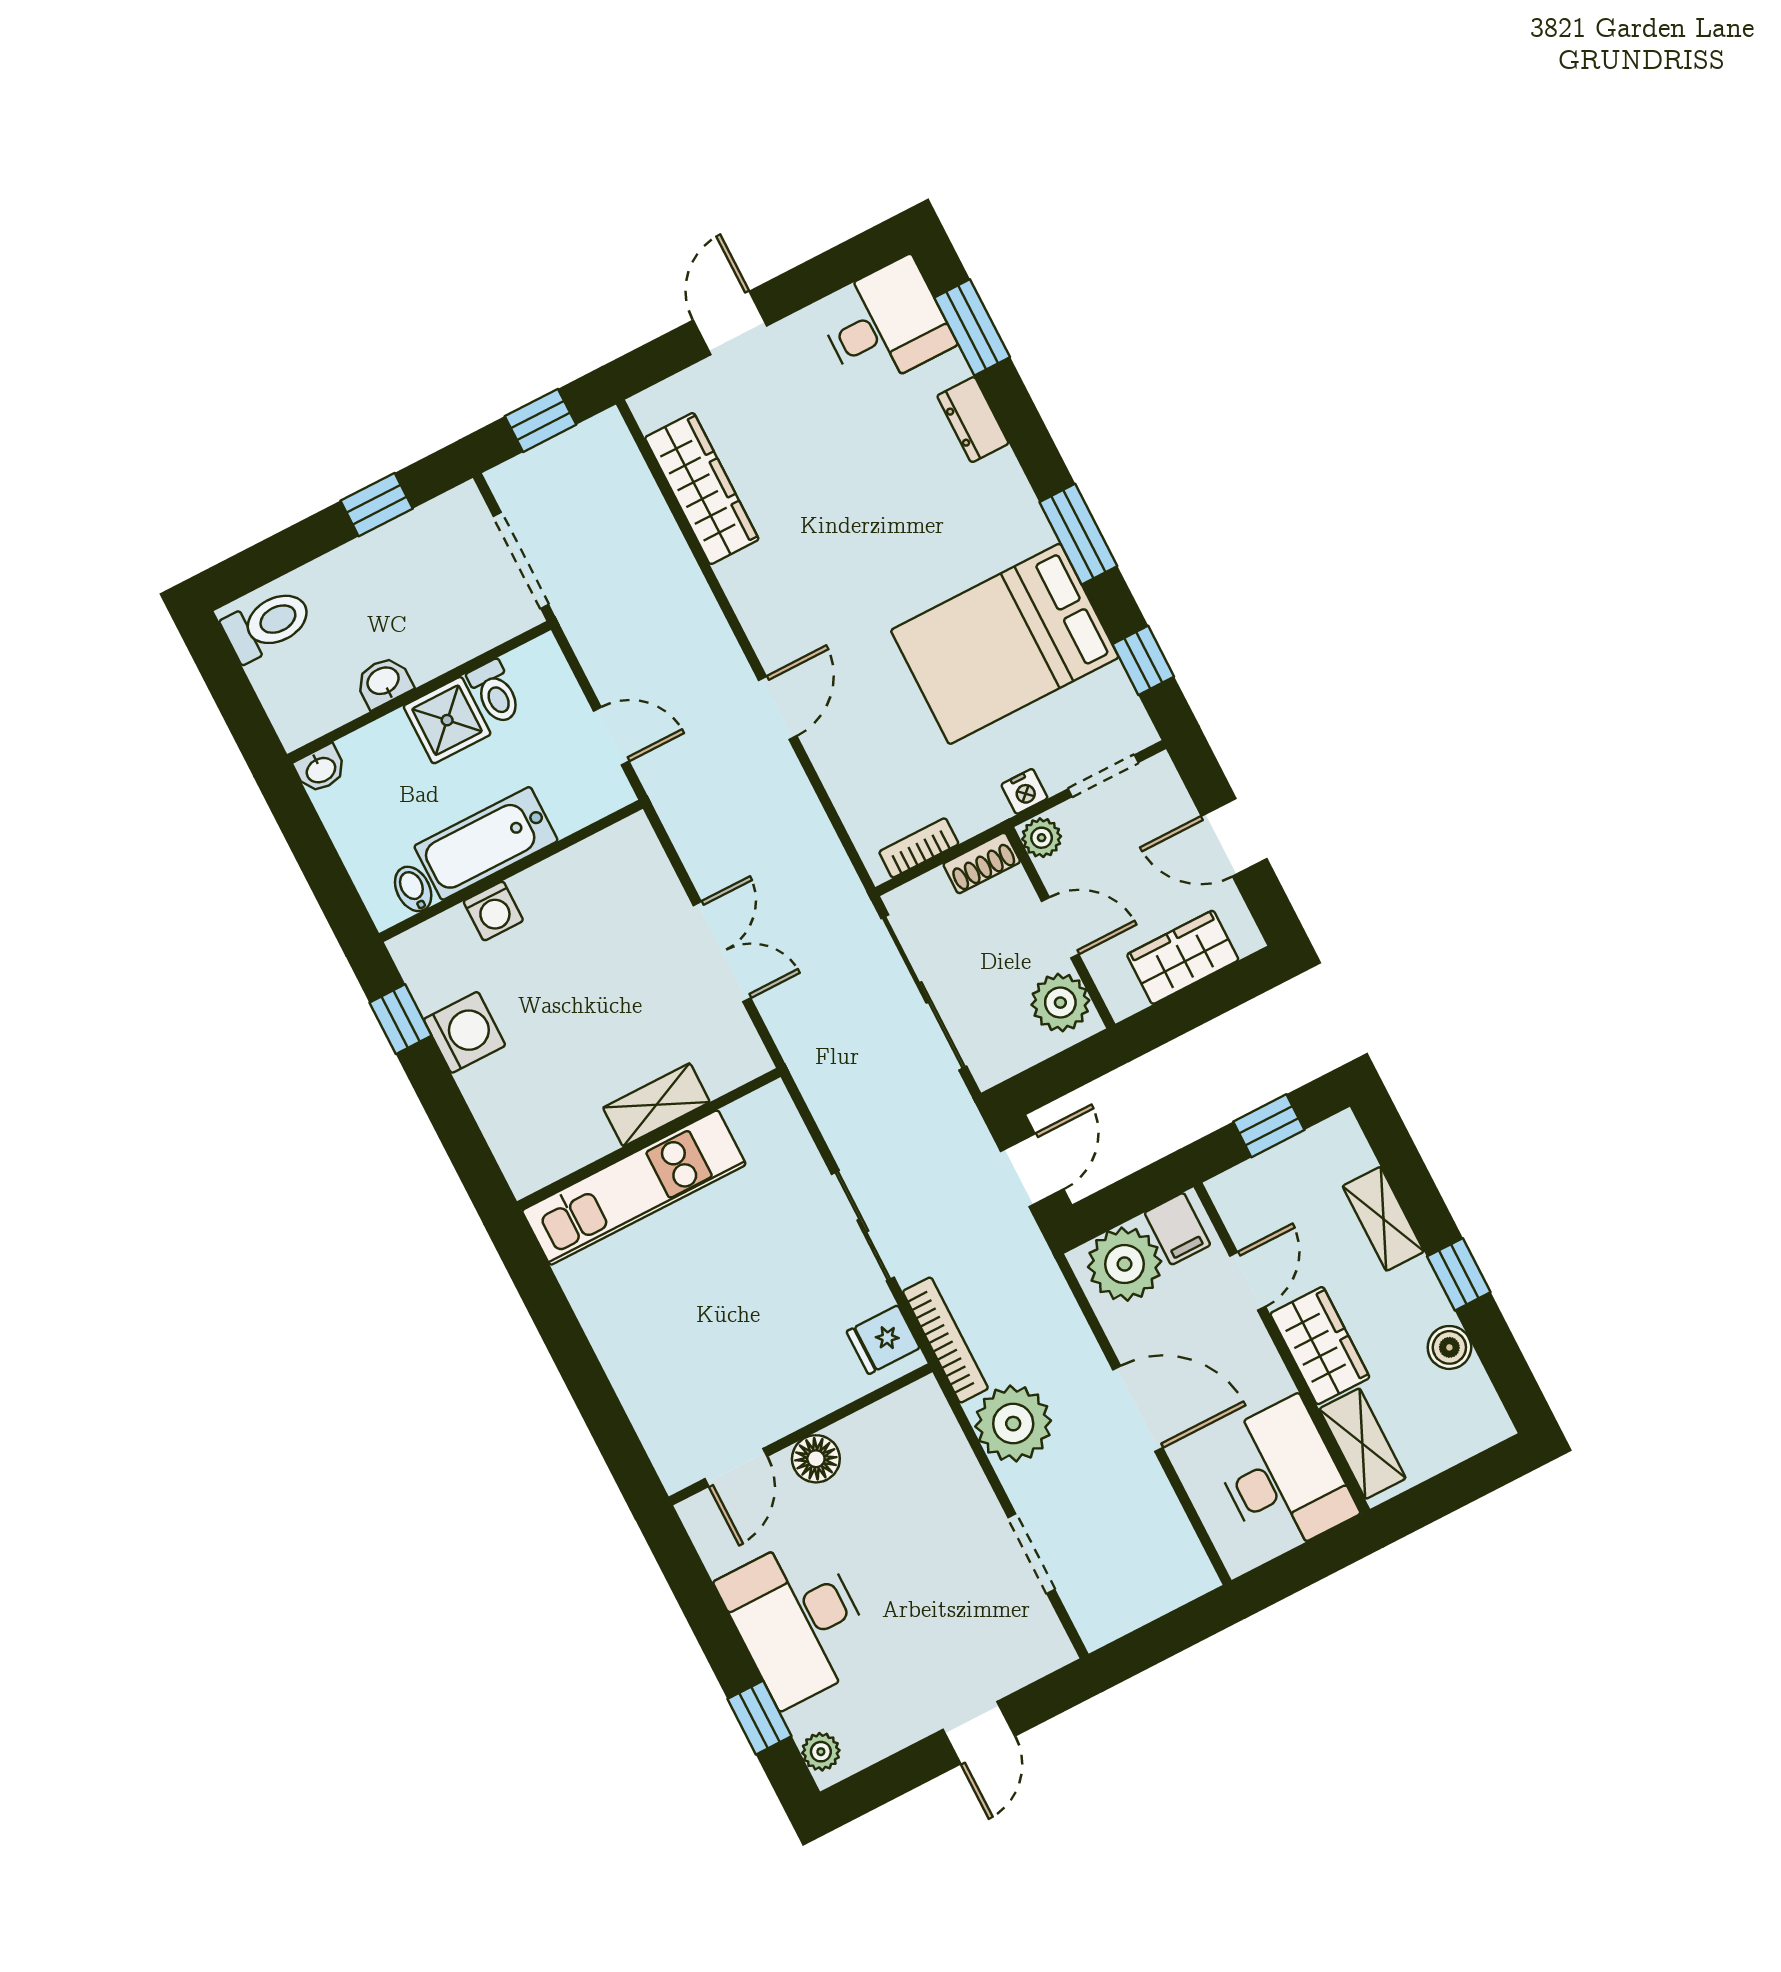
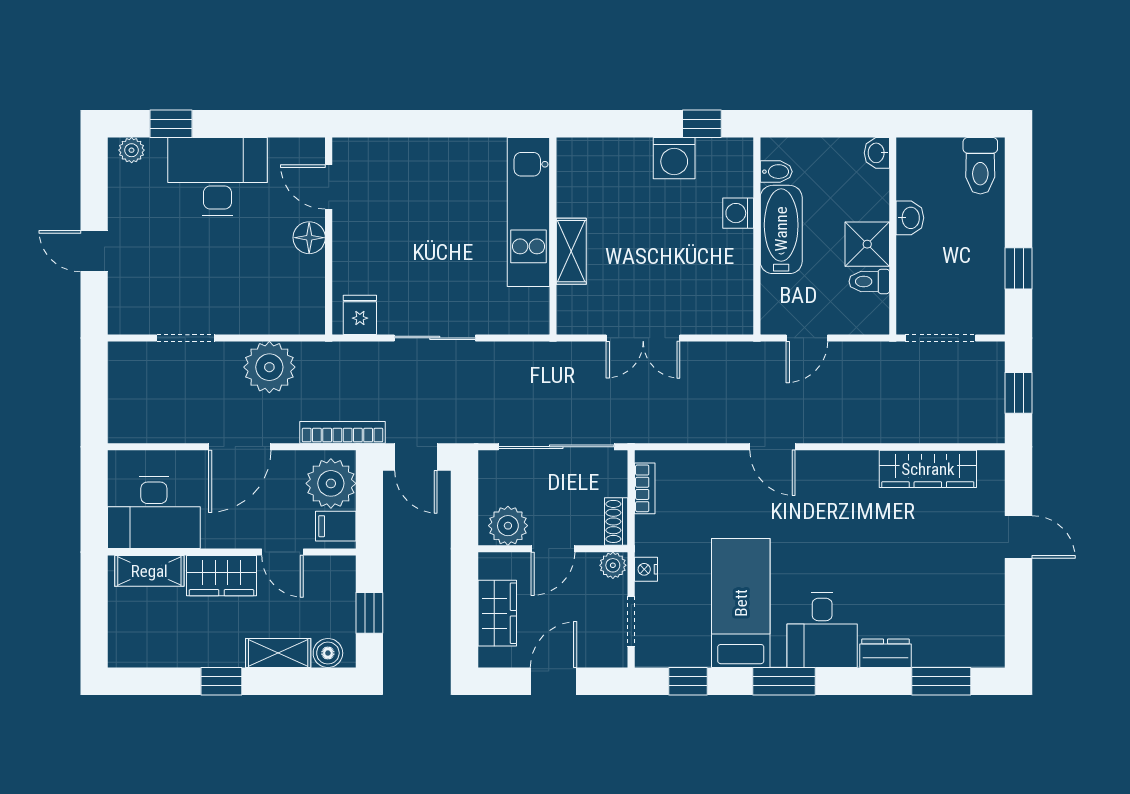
desk: (885, 324) -> (822, 630), moved
bed: (1005, 644) -> (741, 603), width x0.67
bookcase: (945, 1340) -> (343, 432), moved, turned 180
boiler: (1449, 1347) -> (328, 653), moved

